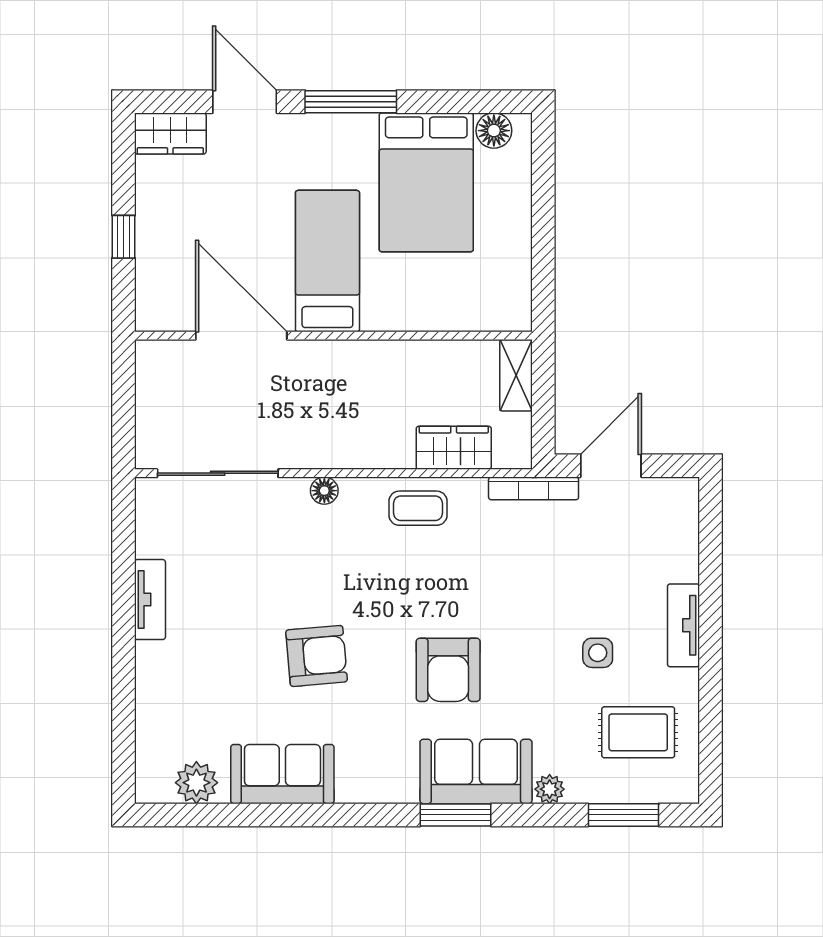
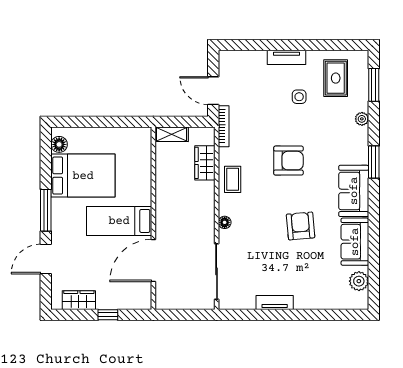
wardrobe: (170, 133) -> (79, 300), moved, turned -90
armchair: (448, 670) -> (288, 161), moved
sofa: (476, 771) -> (354, 191), moved

